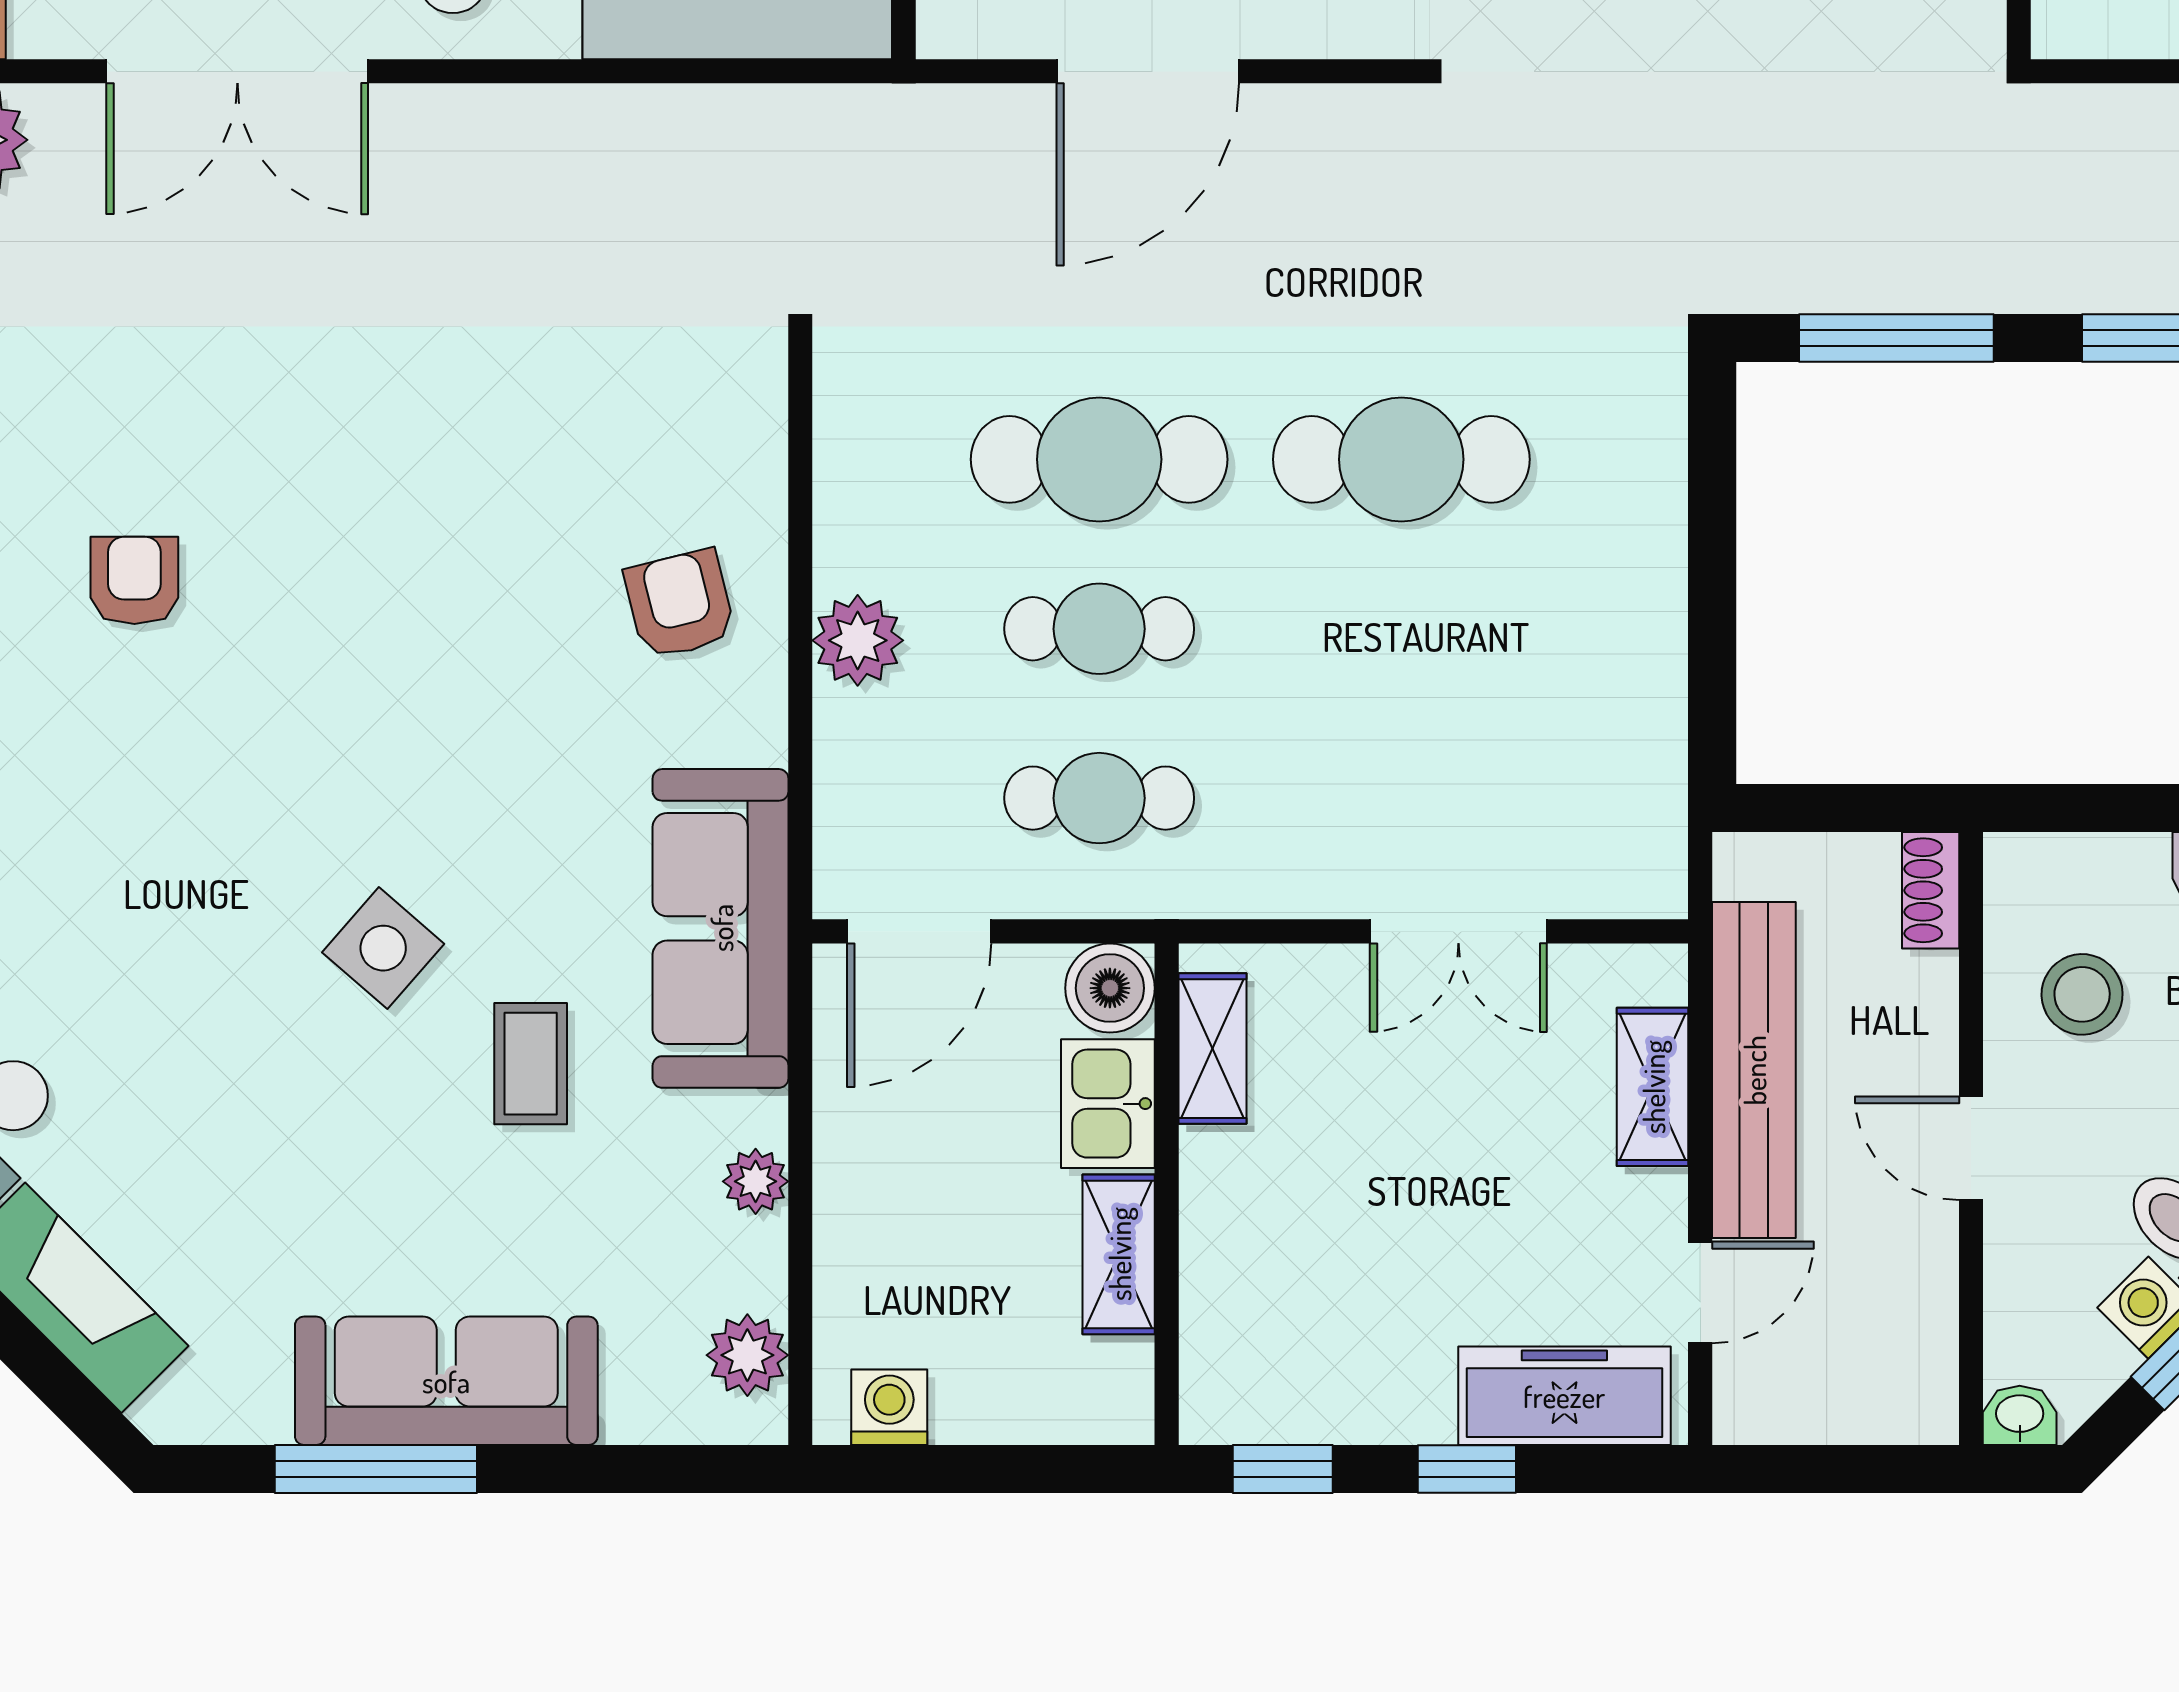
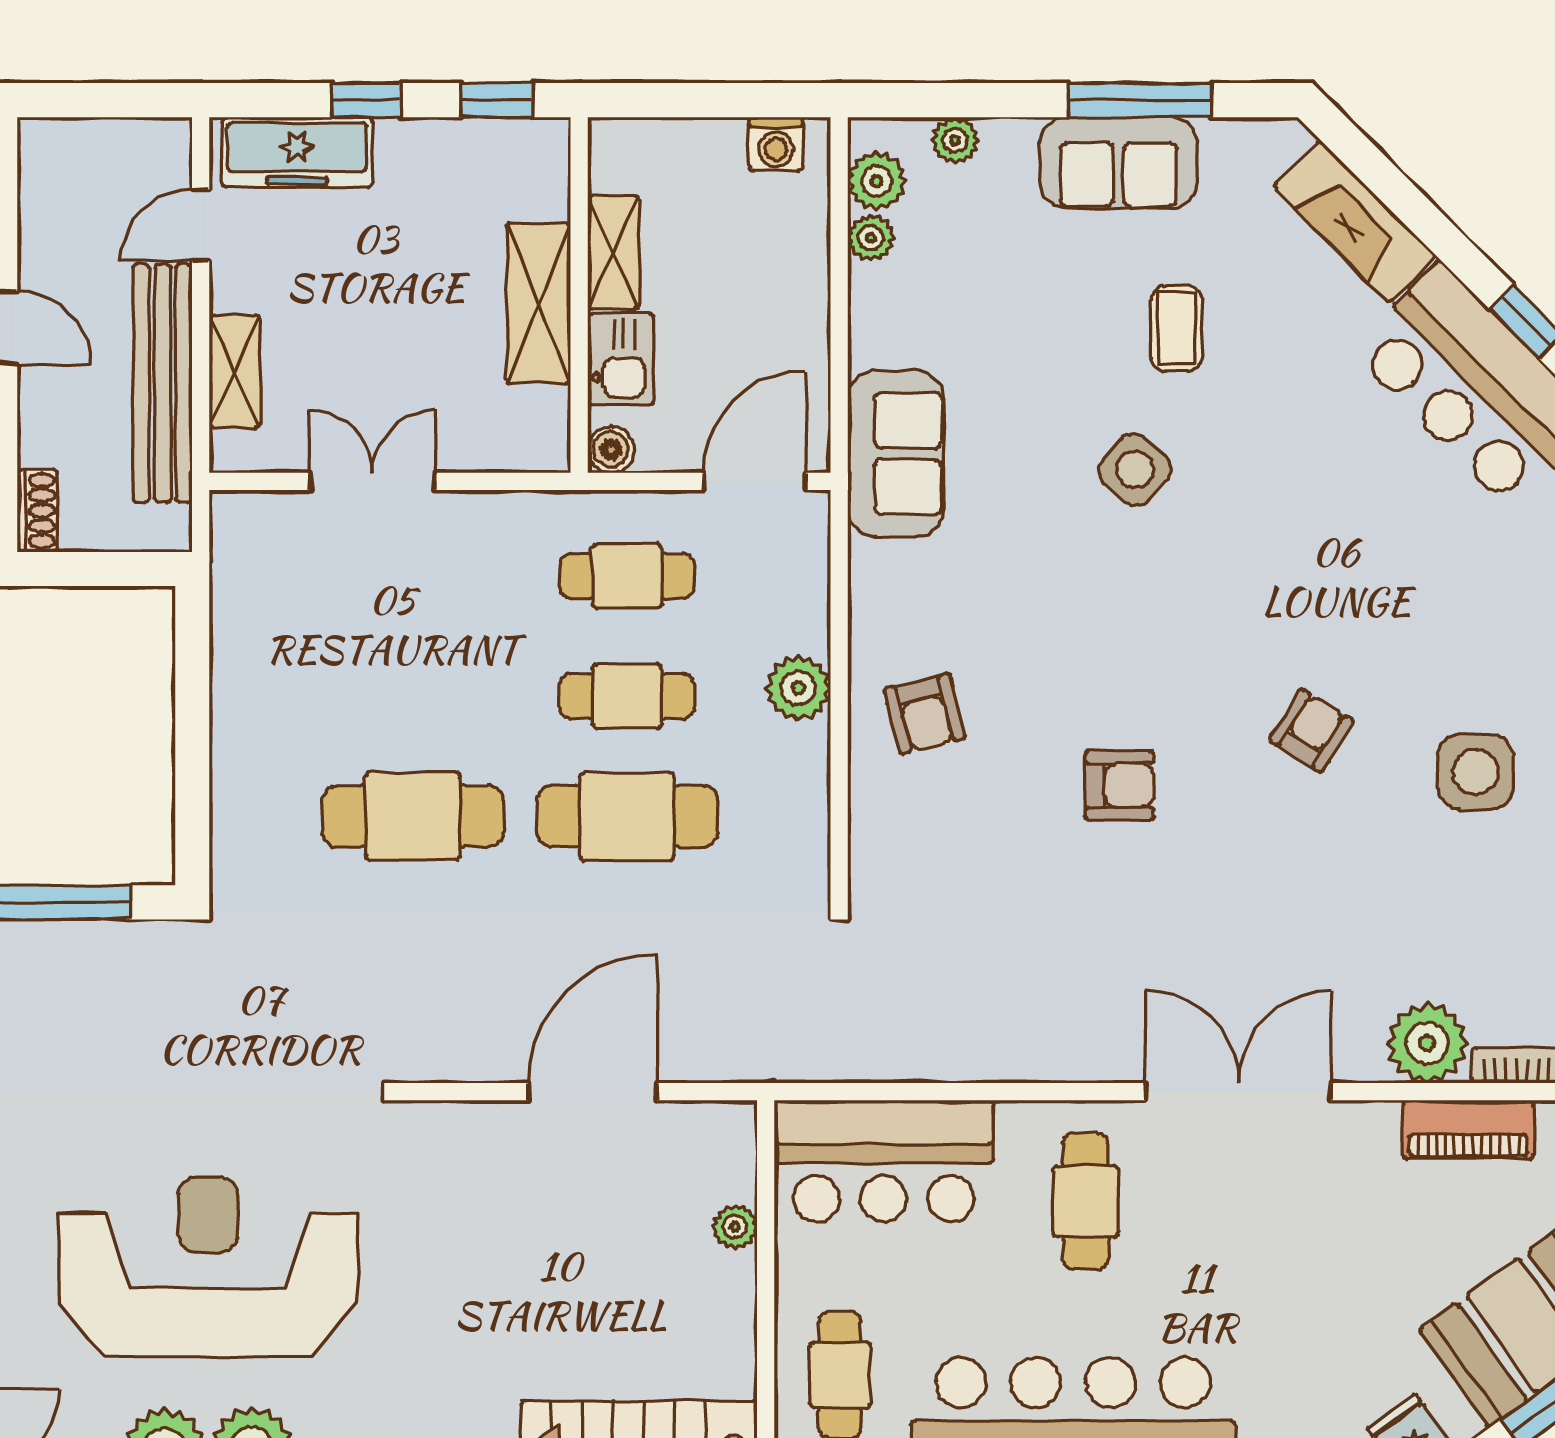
armchair: (405, 503) -> (1119, 785), added
armchair: (134, 580) -> (1311, 730), turned -148
sofa: (721, 928) -> (896, 454), width x0.73
boiler: (1110, 988) -> (611, 450), width x0.73, depth x0.73
shelving: (1212, 1049) -> (539, 304), moved, width x1.50, depth x1.33
coffee table: (531, 1064) -> (1177, 328), moved
plant: (756, 1181) -> (871, 238), moved
sofa: (446, 1381) -> (1119, 163), width x0.73
plant: (637, 1412) -> (955, 140), added

